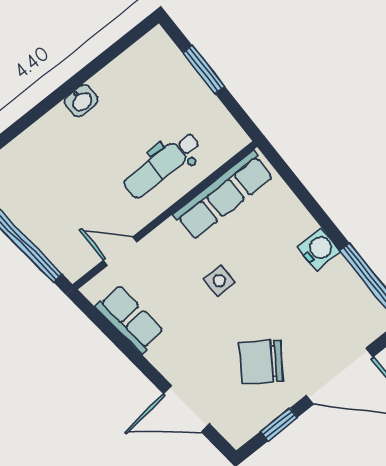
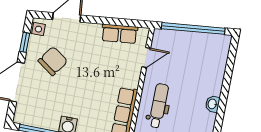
side table: (219, 281) -> (38, 29), moved

